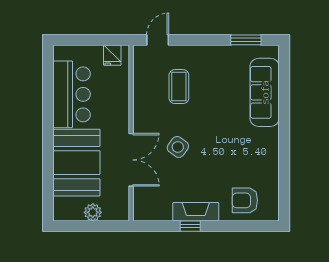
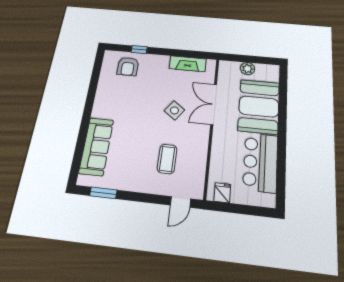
armchair: (245, 200) -> (128, 66), turned 90
fireplace: (196, 212) -> (188, 64), moved
window: (190, 226) -> (139, 50), moved

